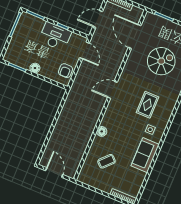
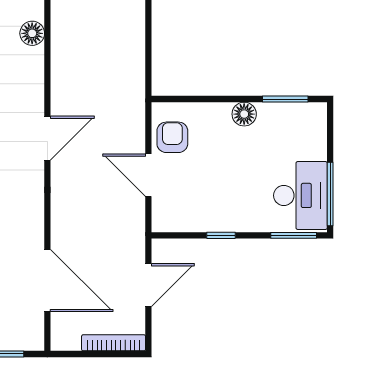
desk: (55, 36) -> (300, 195), moved, turned -90
door: (84, 50) -> (148, 175), moved

